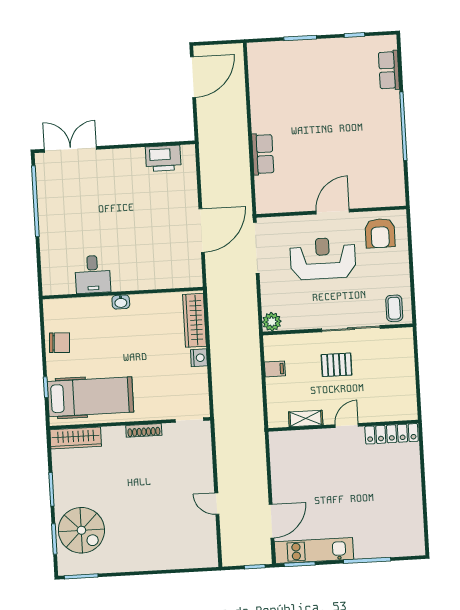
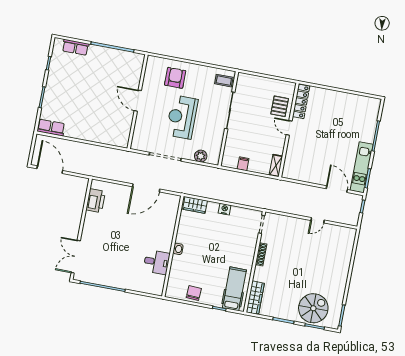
row of seats: (263, 154) -> (51, 127), moved
wall: (331, 212) -> (137, 102), moved
door: (333, 212) -> (138, 101), moved
door: (202, 231) -> (146, 188), swing flipped
armchair: (380, 233) -> (175, 78), turned -90
wardrobe: (195, 320) -> (195, 205), width x0.67
plant: (272, 322) -> (201, 156), moved
pallet: (337, 365) -> (280, 106), moved
hospital bed: (90, 397) -> (234, 289), width x0.73, depth x0.78
shelving: (306, 418) -> (276, 166), moved

